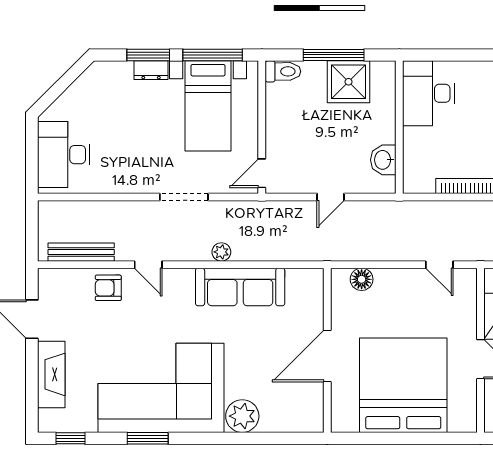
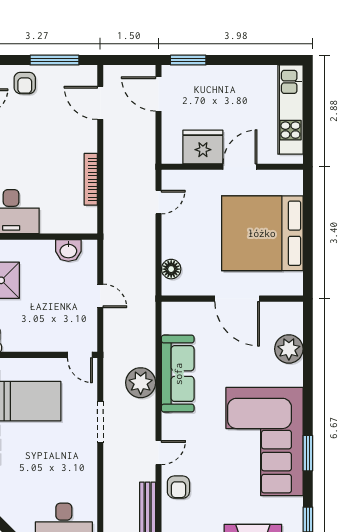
plant: (221, 252) -> (141, 383), width x1.88, depth x1.88
plant: (242, 416) -> (289, 349), moved

